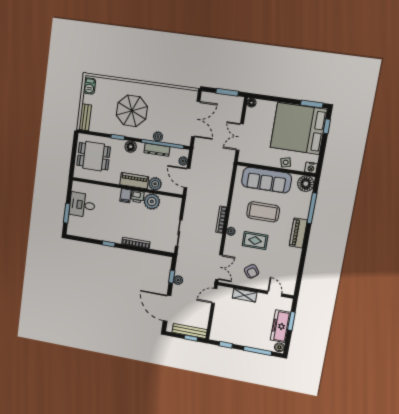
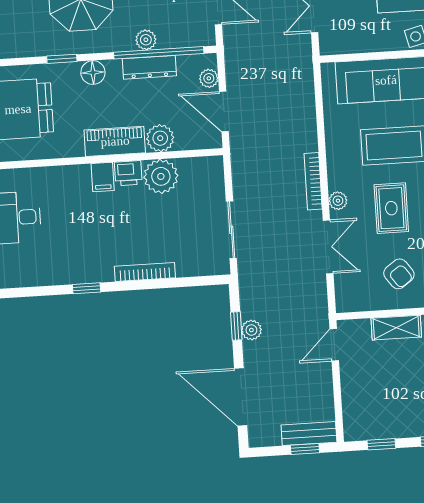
rug: (255, 241) -> (391, 208), turned 90
double door: (219, 267) -> (328, 247), moved
bench: (190, 331) -> (309, 434), width x0.73

